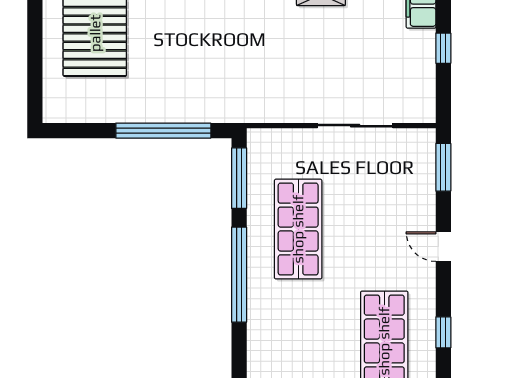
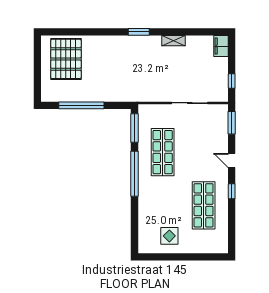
window: (443, 48) -> (232, 81), moved
window: (163, 131) -> (81, 105), moved
window: (443, 332) -> (232, 191), moved

